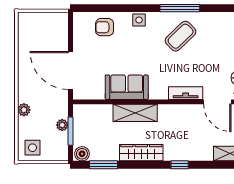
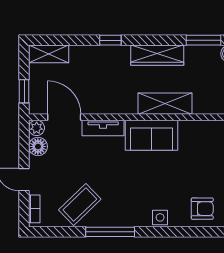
coffee table: (181, 36) -> (80, 204), moved
sofa: (127, 87) -> (151, 135), moved

